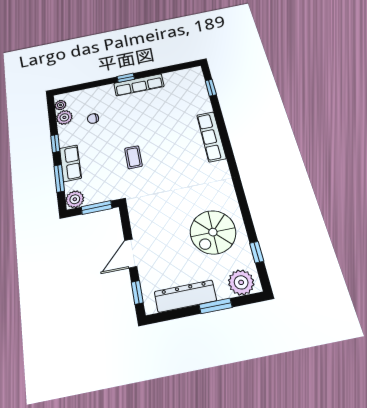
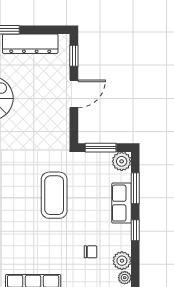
coffee table: (133, 157) -> (54, 195), width x1.86, depth x1.72

